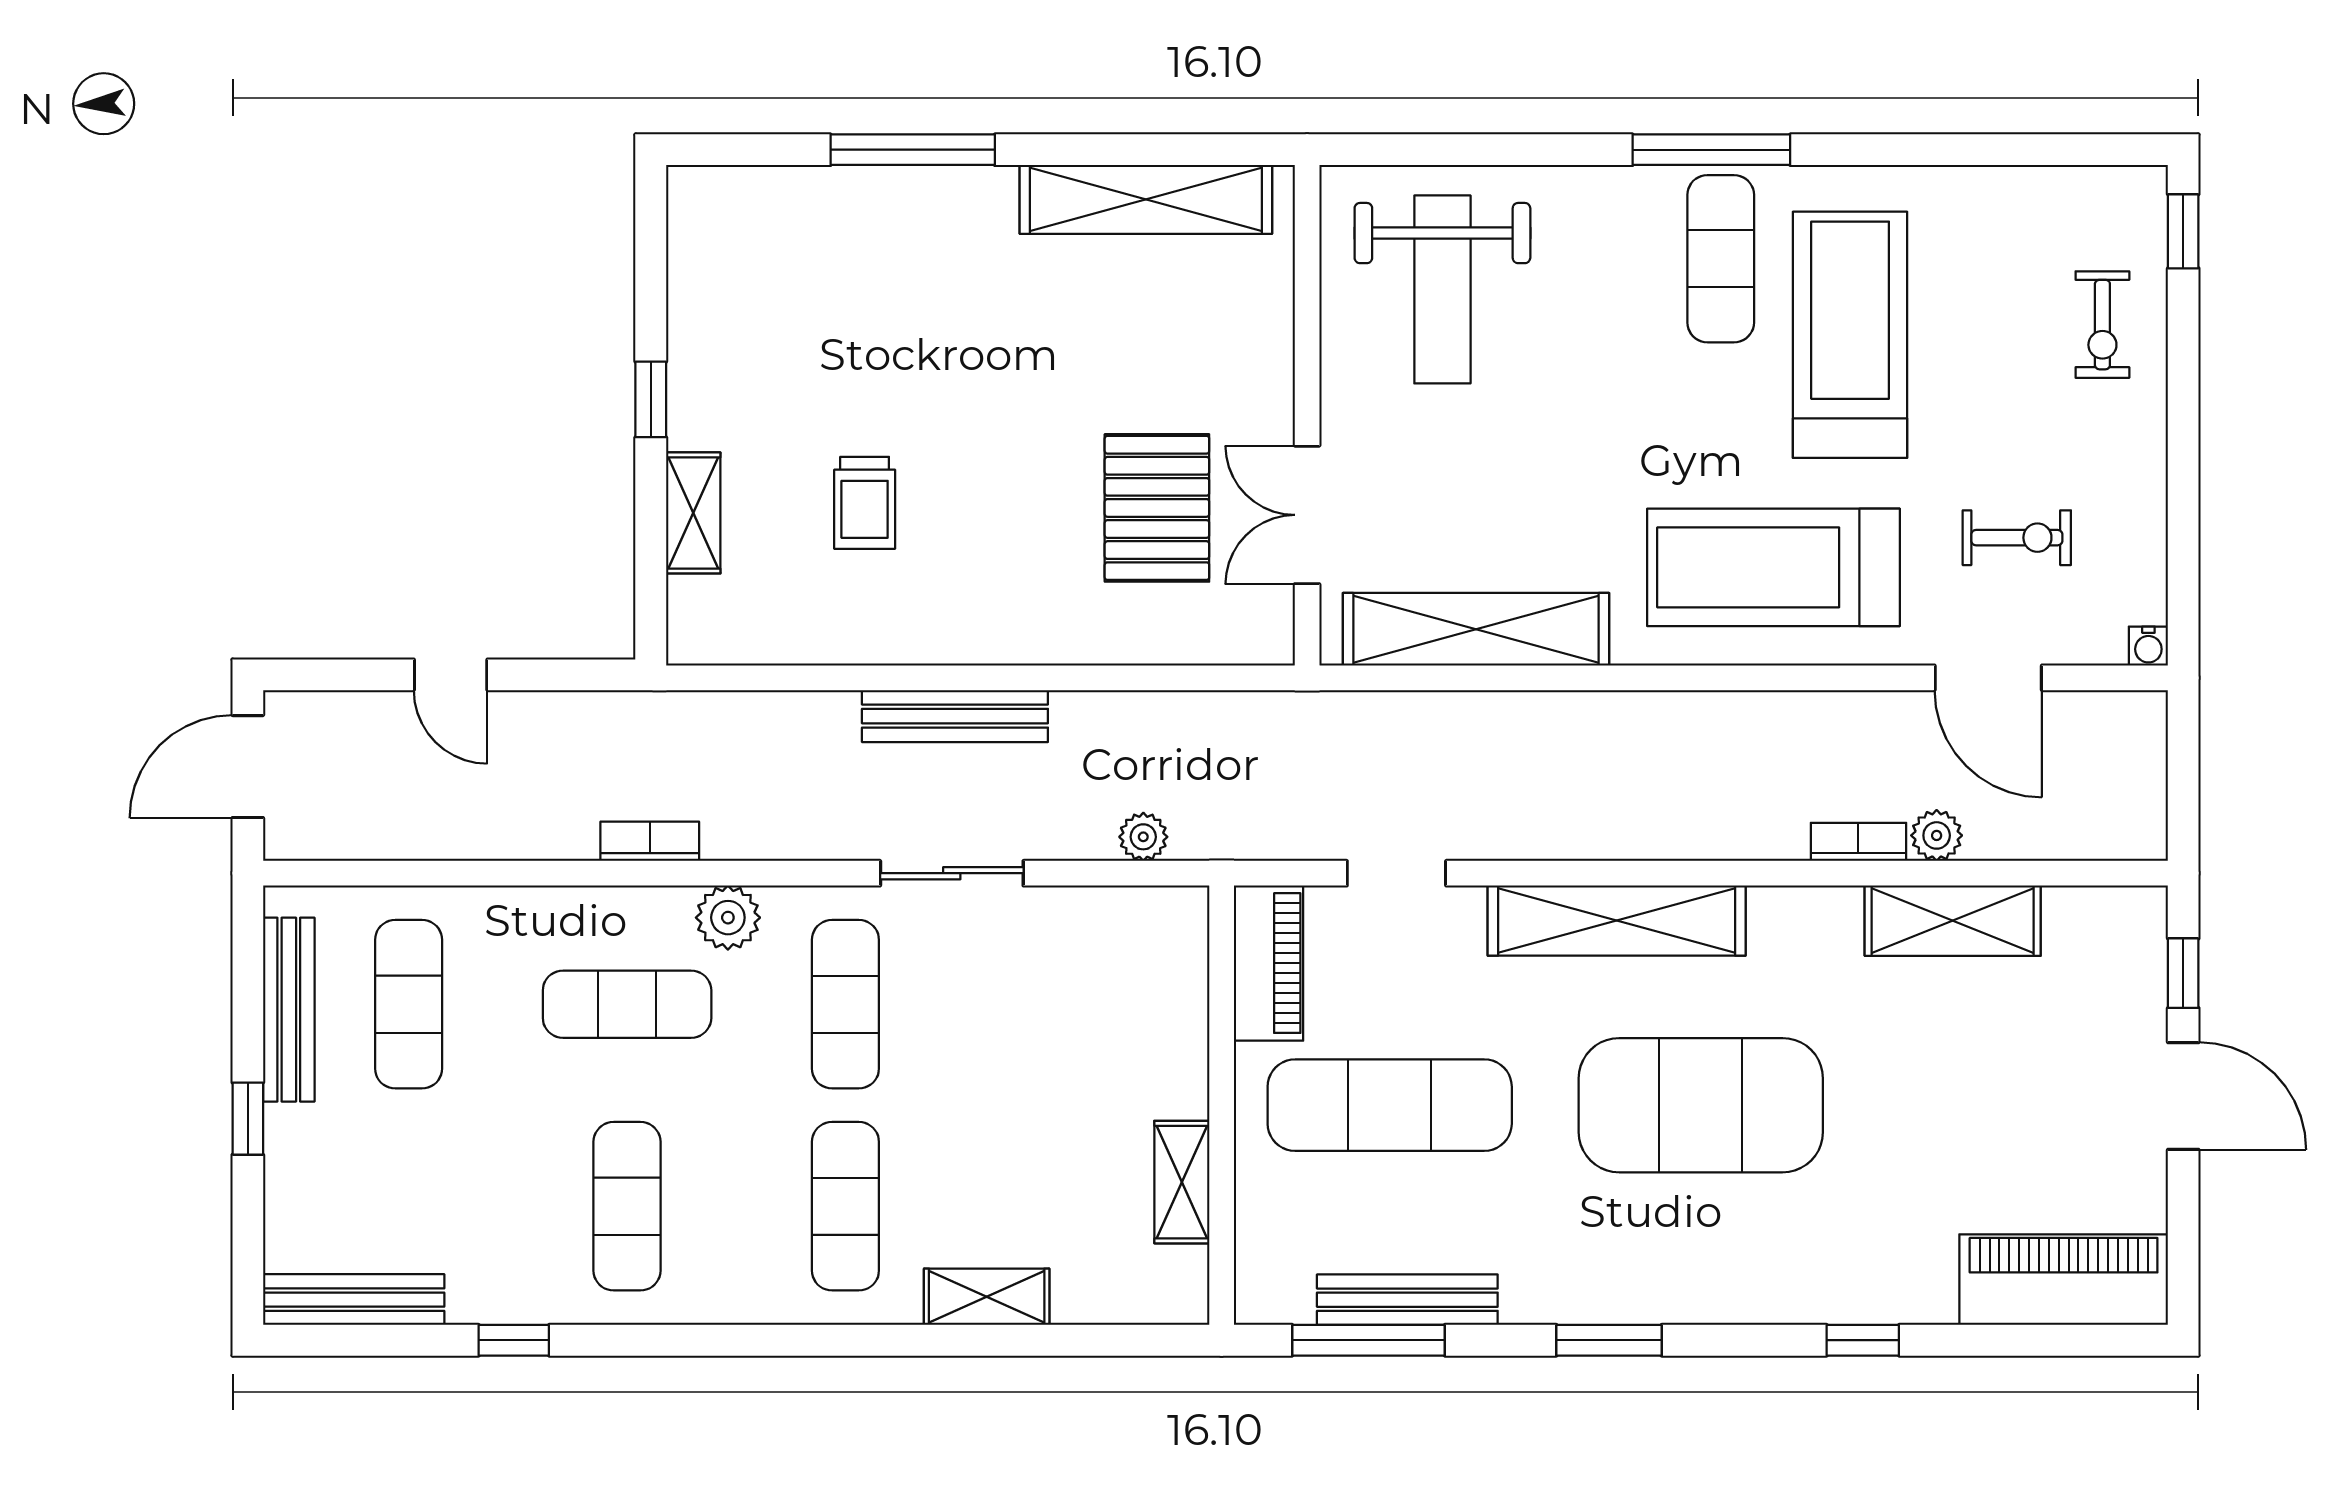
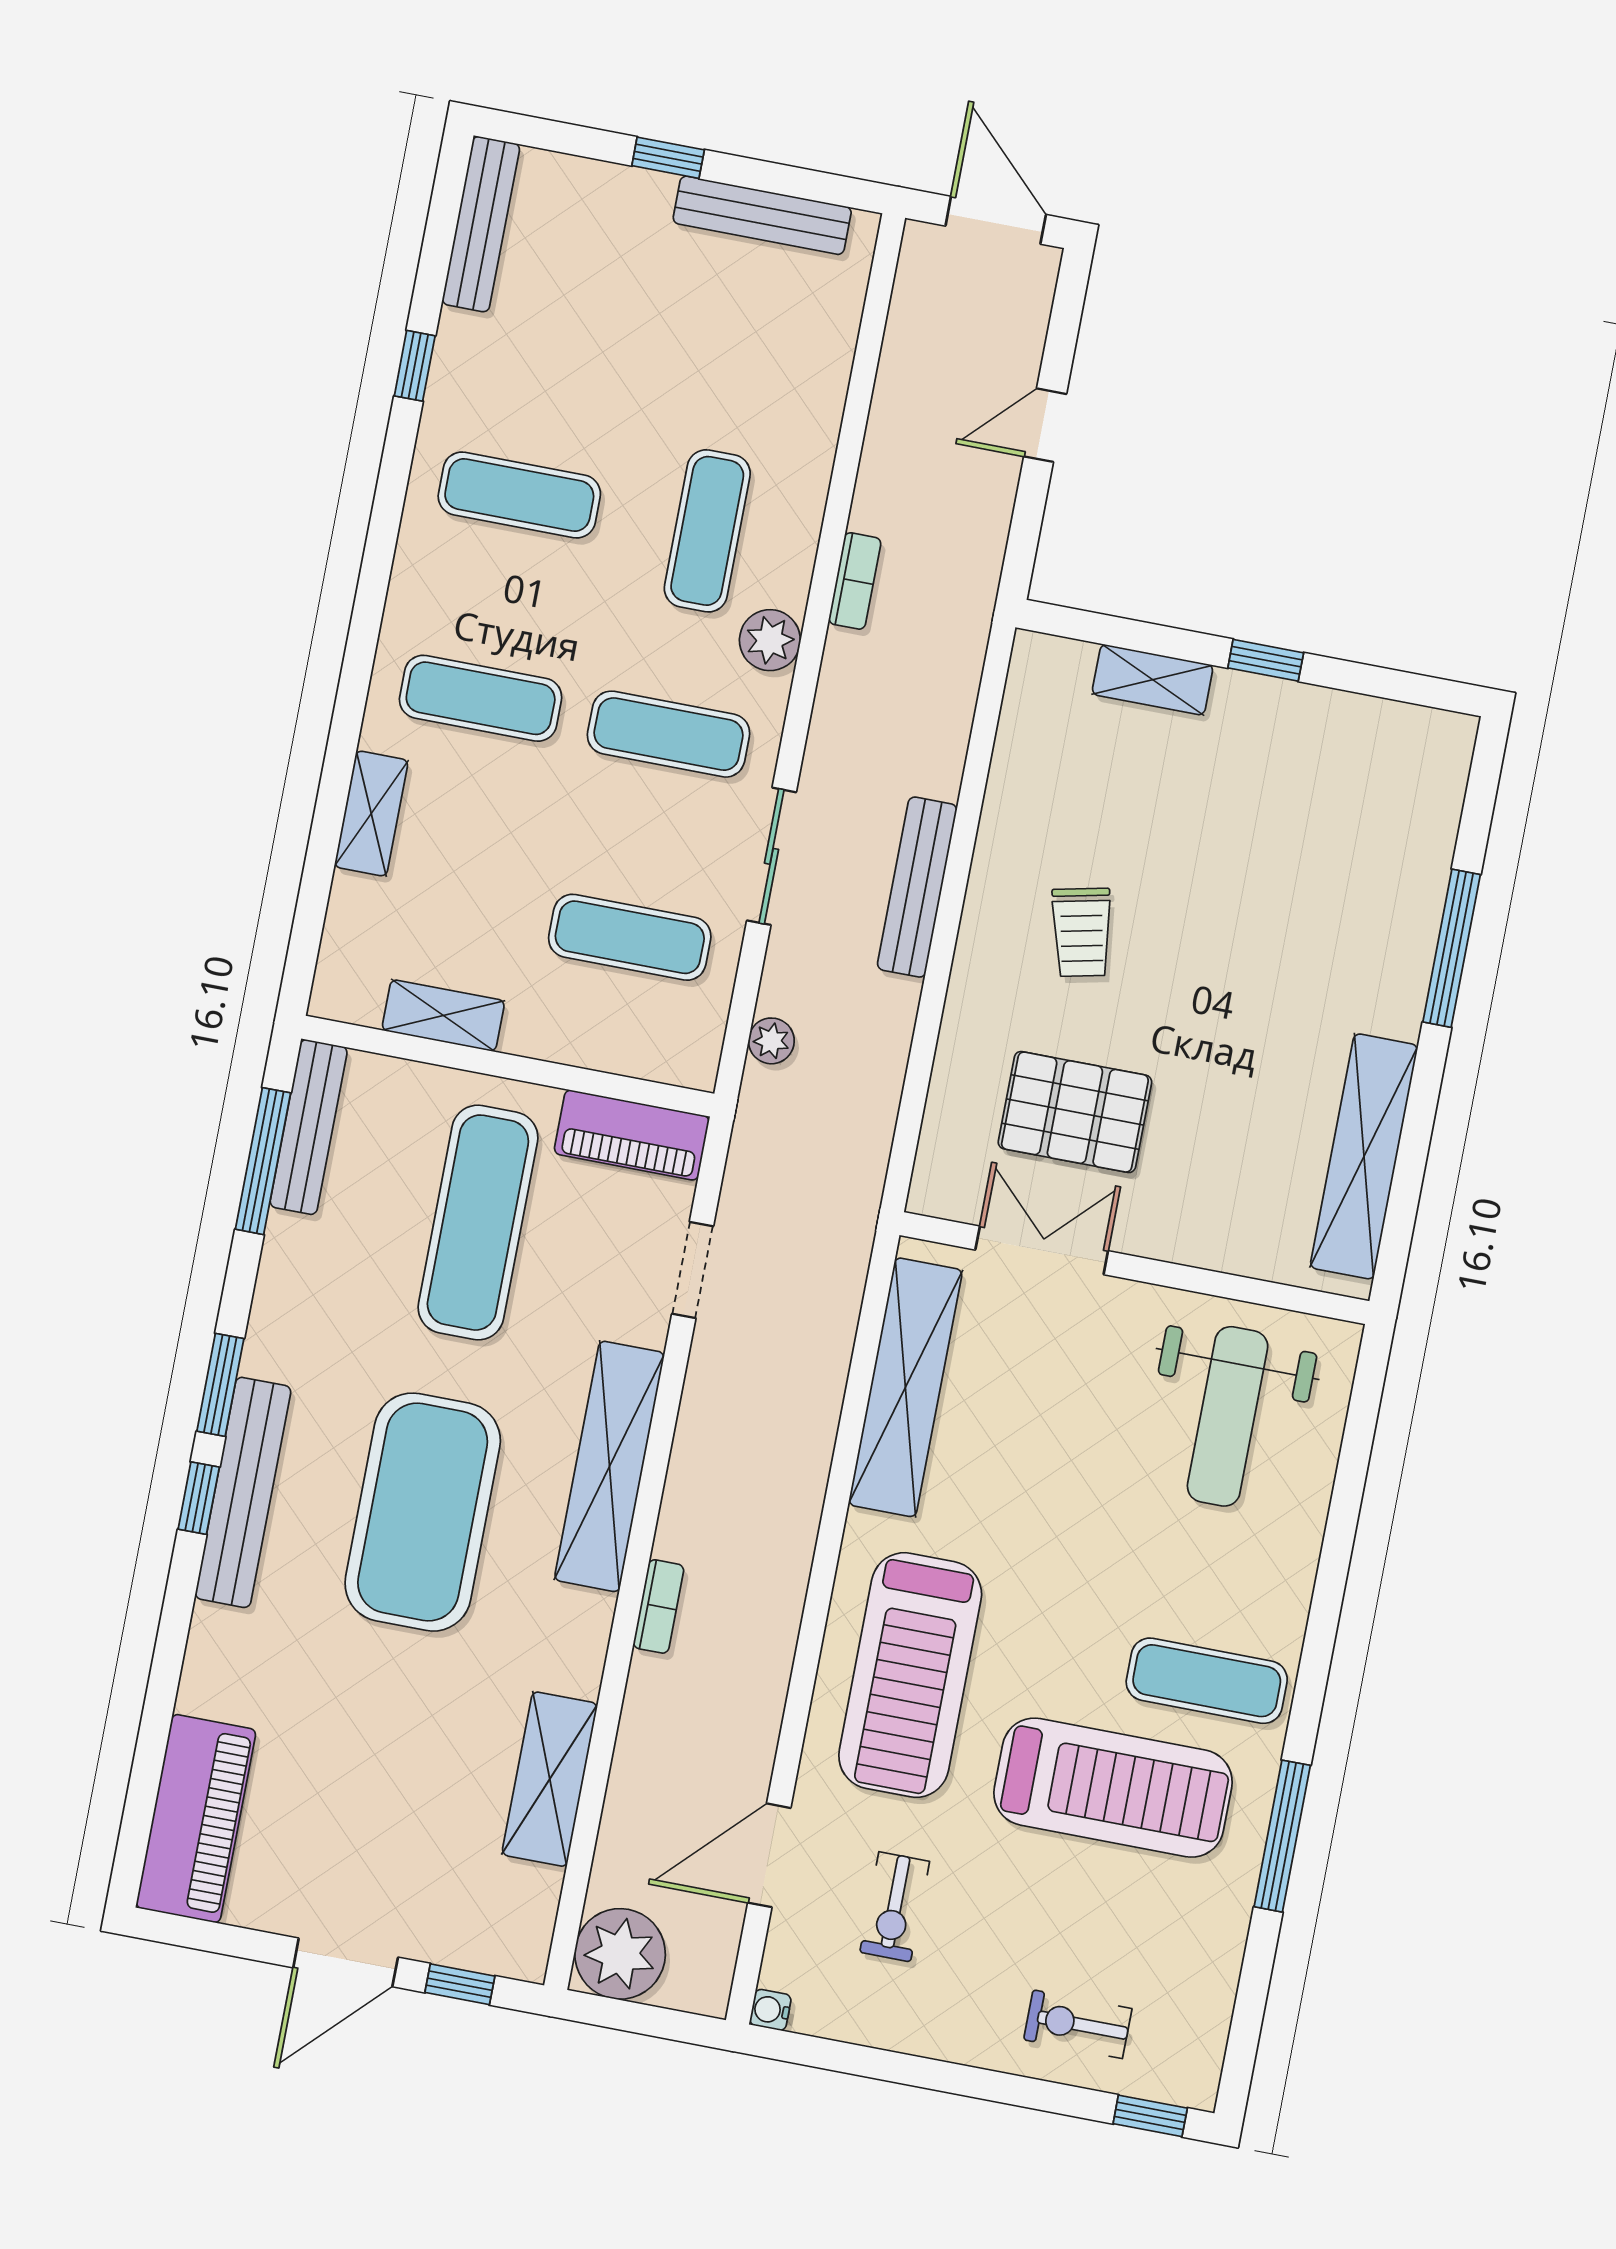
window: (1711, 150) -> (1282, 1836), moved
weight bench: (1442, 289) -> (1228, 1416), turned -90
trolley: (865, 503) -> (1082, 932), moved, turned -102
treadmill: (1773, 567) -> (910, 1675), turned 180
plant: (1937, 835) -> (620, 1954), moved, width x1.87, depth x1.87
bookcase: (1858, 842) -> (659, 1606), moved
exercise mat: (409, 1004) -> (630, 937), moved
bench: (1716, 1295) -> (243, 1492), added
bench: (1407, 1300) -> (309, 1127), moved
window: (1863, 1340) -> (199, 1498), moved

